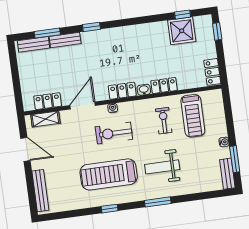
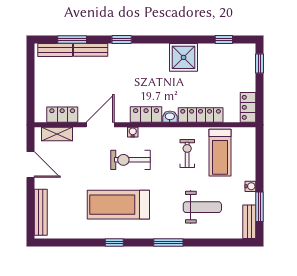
shower: (182, 31) -> (184, 57), moved
locker: (164, 86) -> (201, 115), width x1.53
weight bench: (162, 167) -> (202, 207), moved, turned 180

